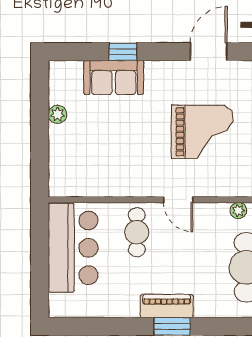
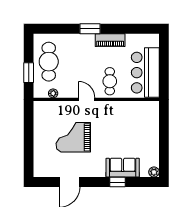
plant: (58, 114) -> (154, 172), moved
piano: (167, 306) -> (110, 40), moved

